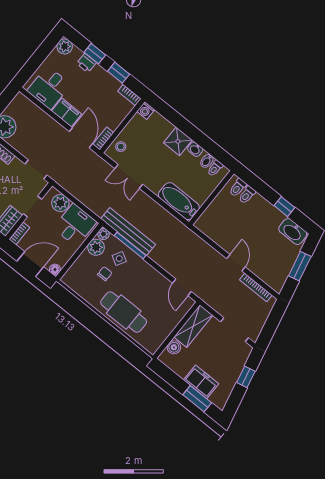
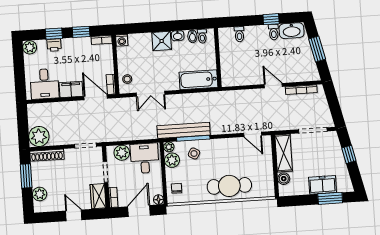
toilet: (238, 188) -> (274, 32), moved
chair: (105, 274) -> (177, 188), moved

